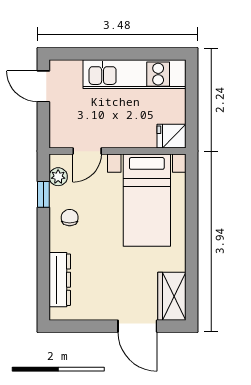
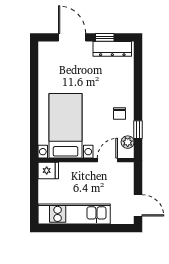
dresser: (60, 280) -> (112, 49), moved, turned -90
wardrobe: (172, 296) -> (48, 58), removed
window: (91, 326) -> (105, 37), added

